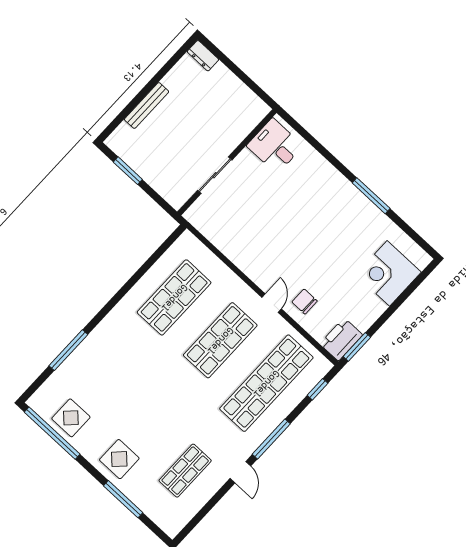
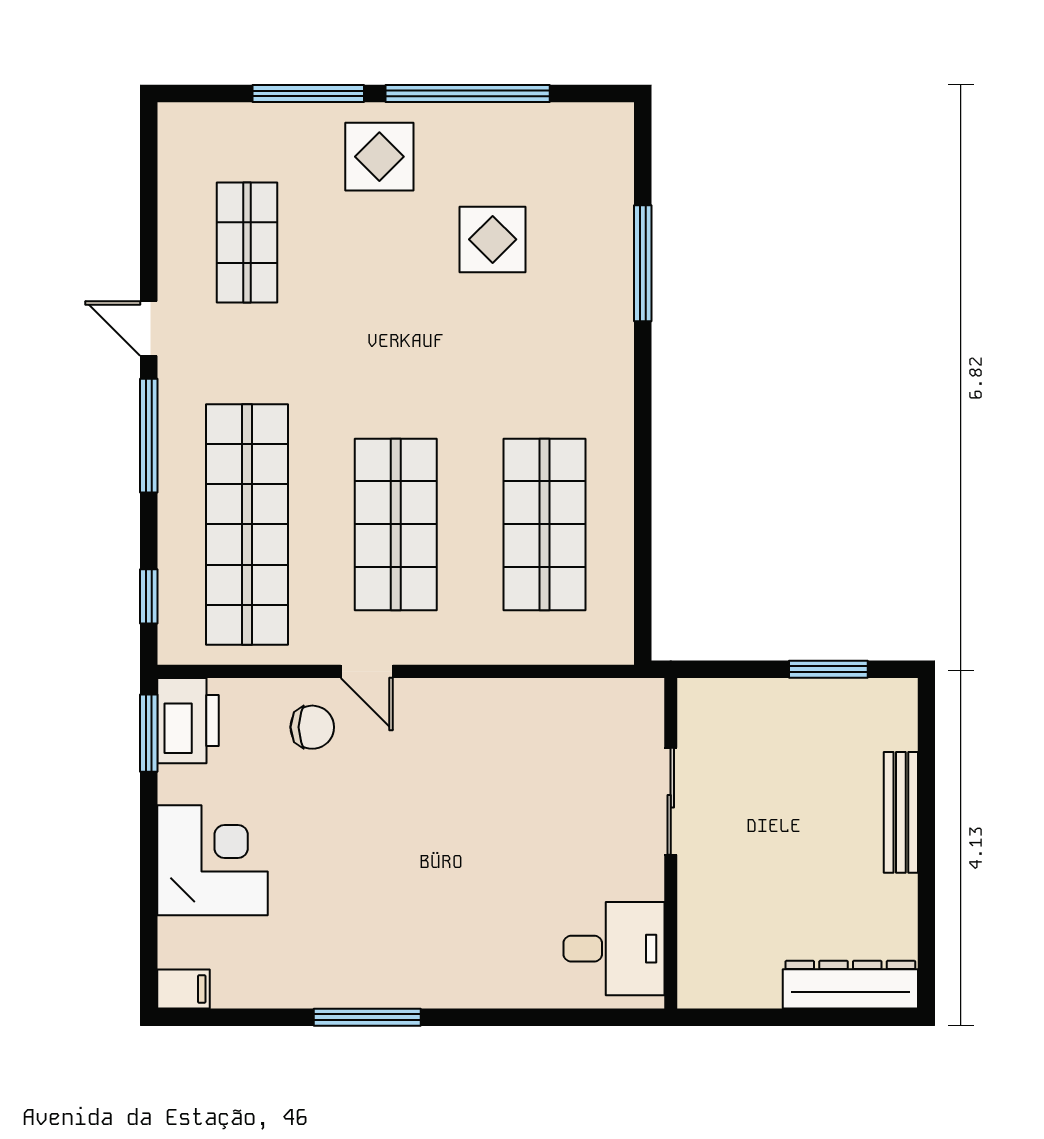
dresser: (203, 56) -> (850, 985), width x1.96, depth x1.24
filing cabinet: (420, 257) -> (183, 989), added
corner desk: (388, 273) -> (212, 860), moved
display table: (71, 418) -> (493, 239), moved
window: (52, 433) -> (468, 93), moved

